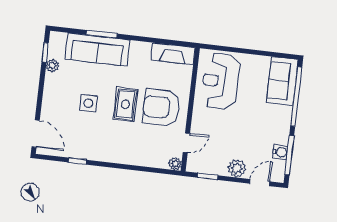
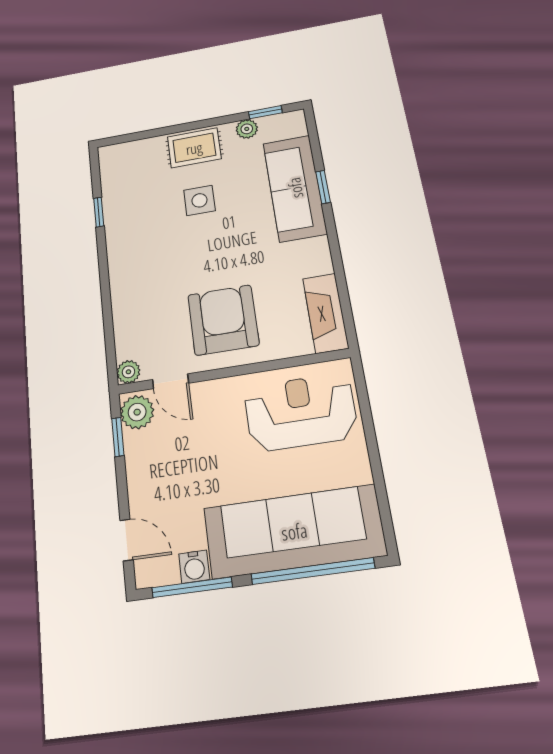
window: (102, 34) -> (323, 187), width x0.67
sofa: (282, 81) -> (294, 531), width x1.85, depth x1.27
rug: (126, 104) -> (194, 148), moved
door: (36, 134) -> (130, 138), removed
plant: (237, 168) -> (137, 412), moved

